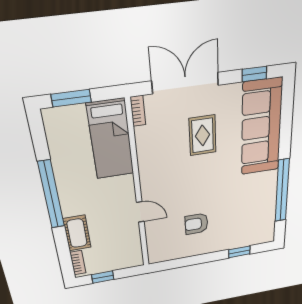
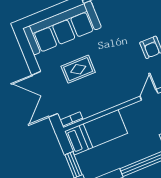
window: (254, 74) -> (26, 49), removed

